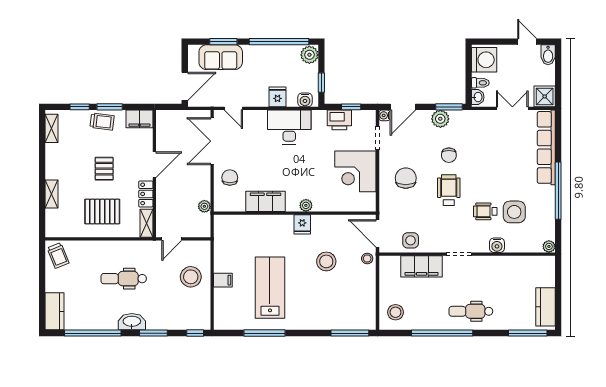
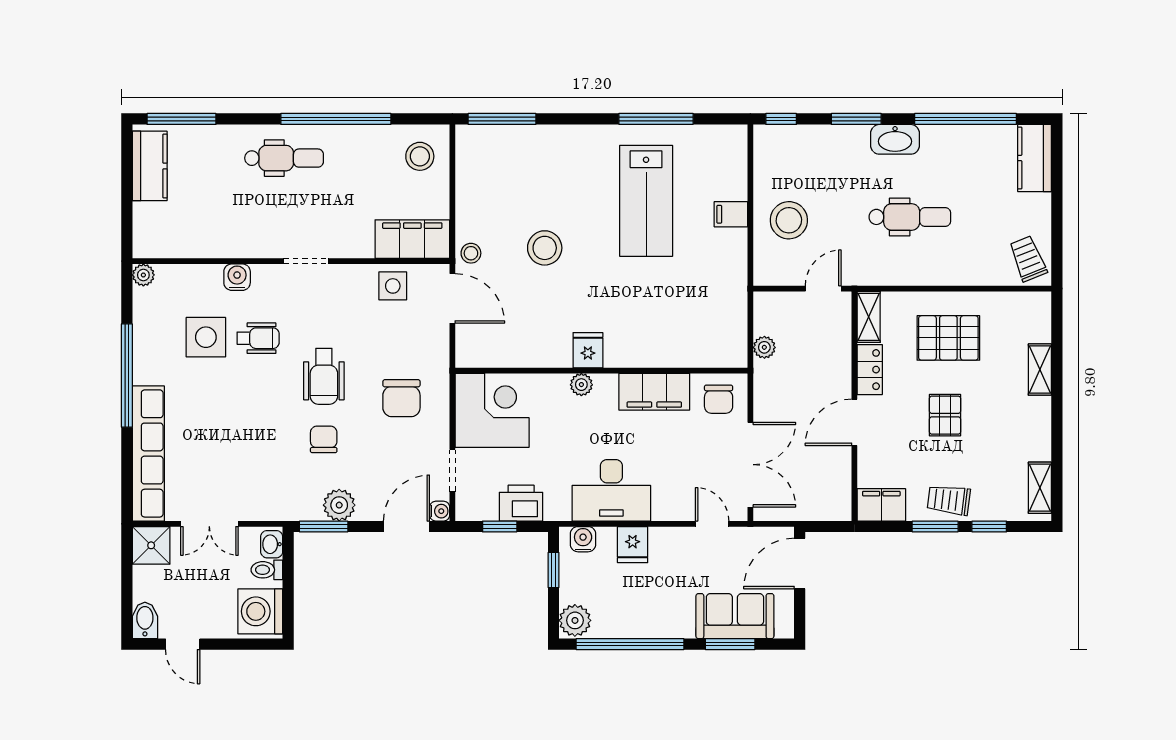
filing cabinet: (265, 201) -> (654, 392), moved
plant: (306, 205) -> (581, 385), moved
wall: (295, 213) -> (601, 371), moved
fridge: (302, 224) -> (588, 350), moved
filing cabinet: (422, 266) -> (412, 239), moved

